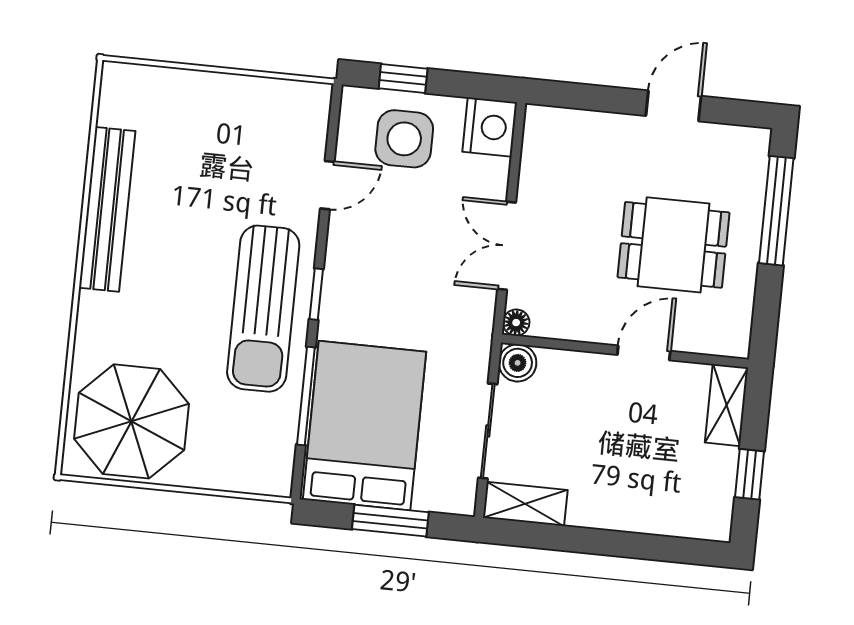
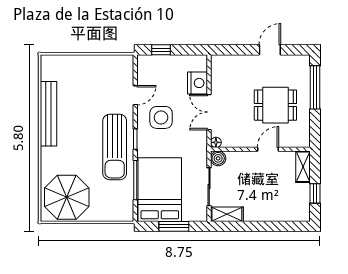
nightstand: (490, 127) -> (198, 83), moved
side table: (404, 139) -> (161, 117), moved

